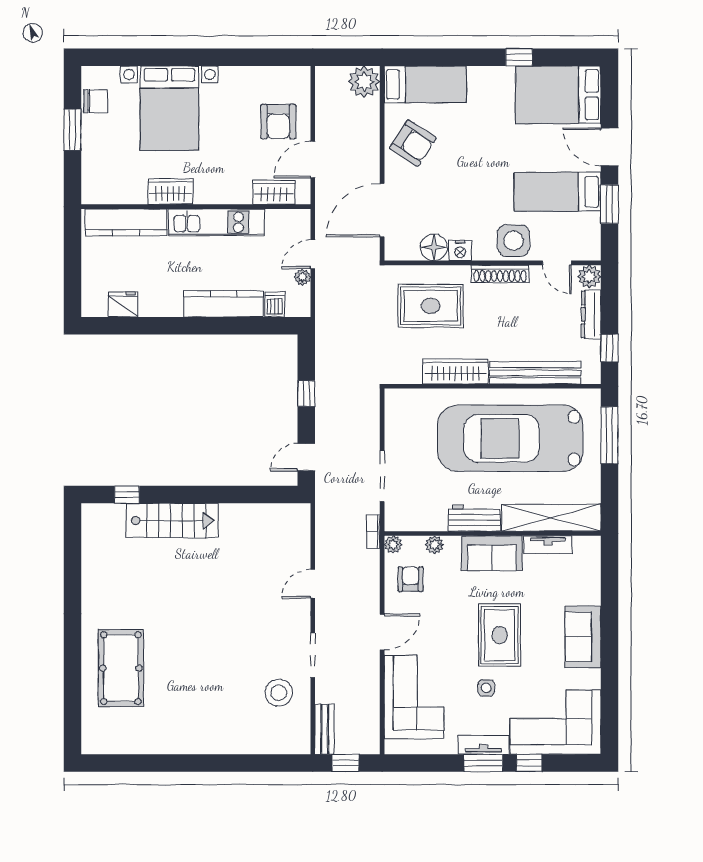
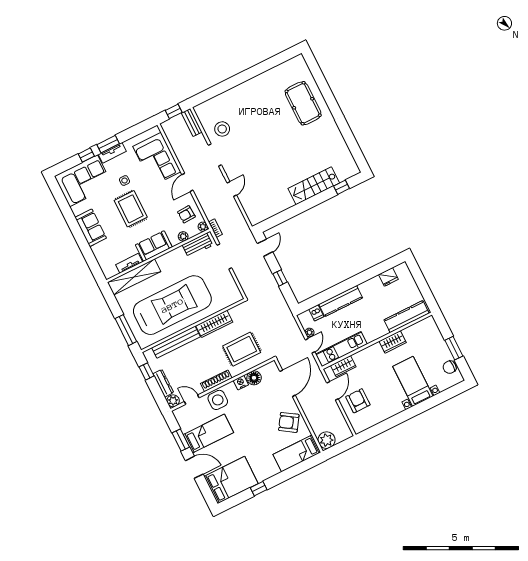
bed with nightstands: (169, 108) -> (413, 381), width x0.73
kitchen unit: (216, 222) -> (341, 349), moved
workbench: (474, 518) -> (197, 245), moved
armchair: (410, 579) -> (186, 214), turned 87

